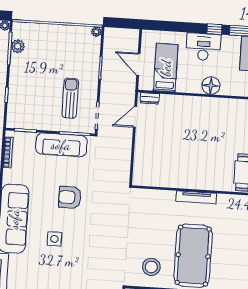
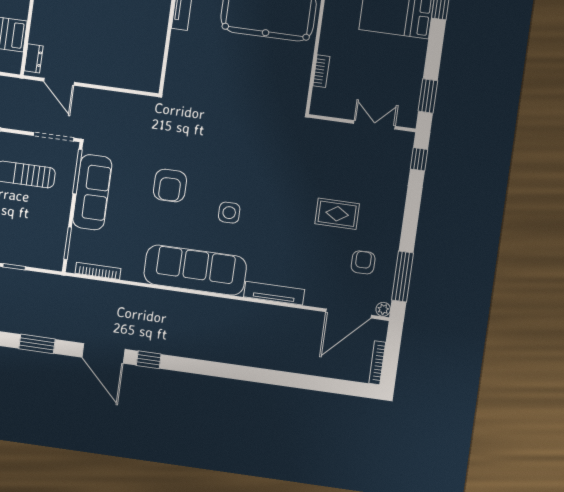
stool: (151, 267) -> (281, 74), removed

